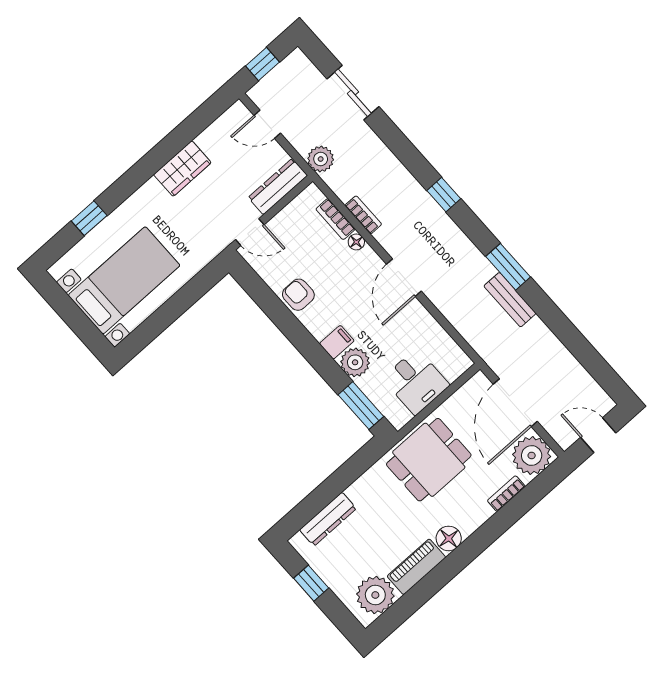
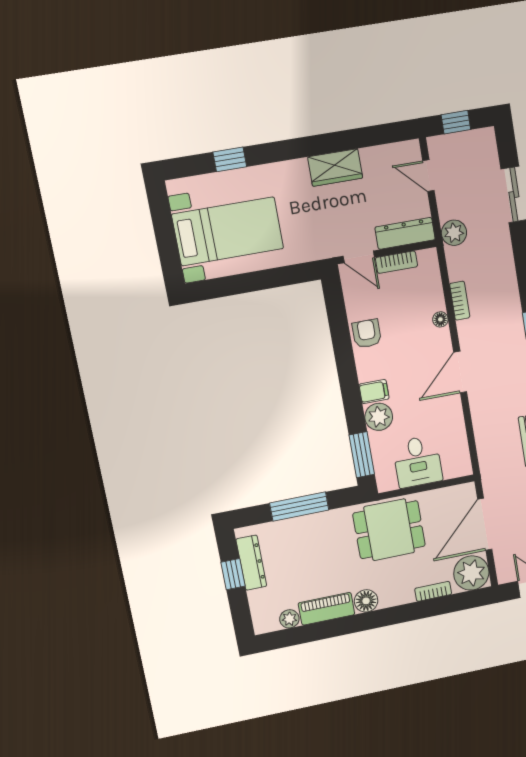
bookcase: (336, 219) -> (396, 262), moved, turned -90
window: (333, 486) -> (299, 507), added
dresser: (328, 519) -> (251, 563), moved, turned -90
plant: (375, 595) -> (289, 619), width x0.53, depth x0.53

